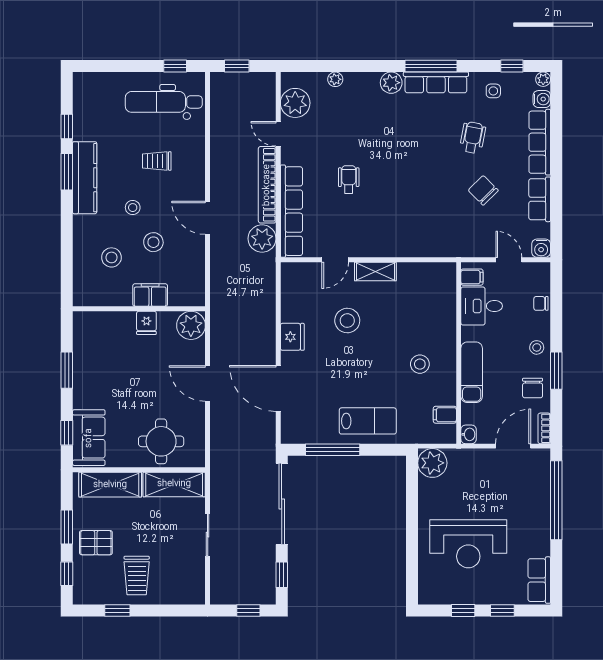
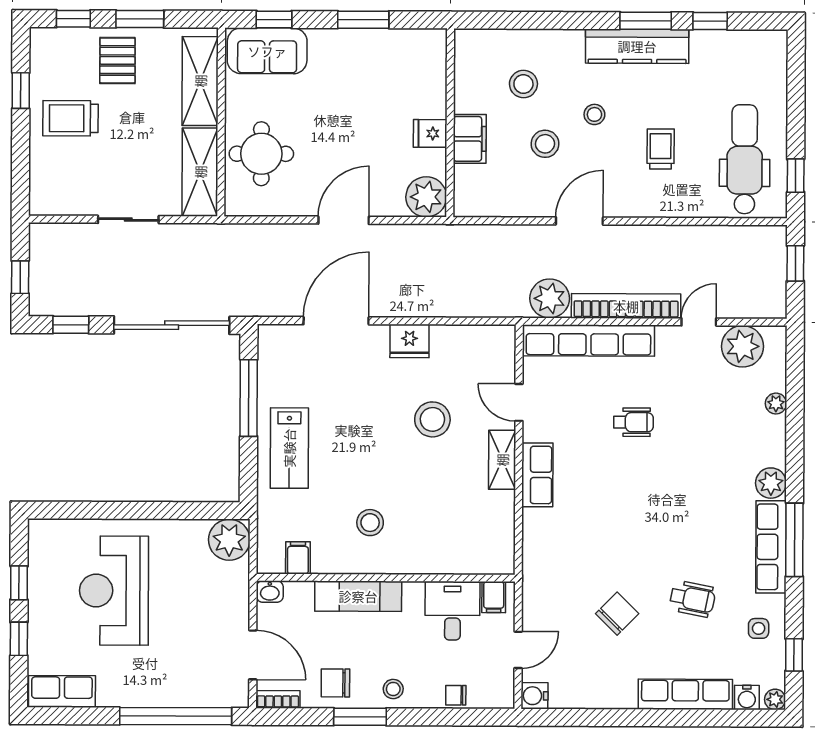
row of seats: (540, 199) -> (537, 475), moved, turned 90
chair: (541, 303) -> (456, 695), turned -90

